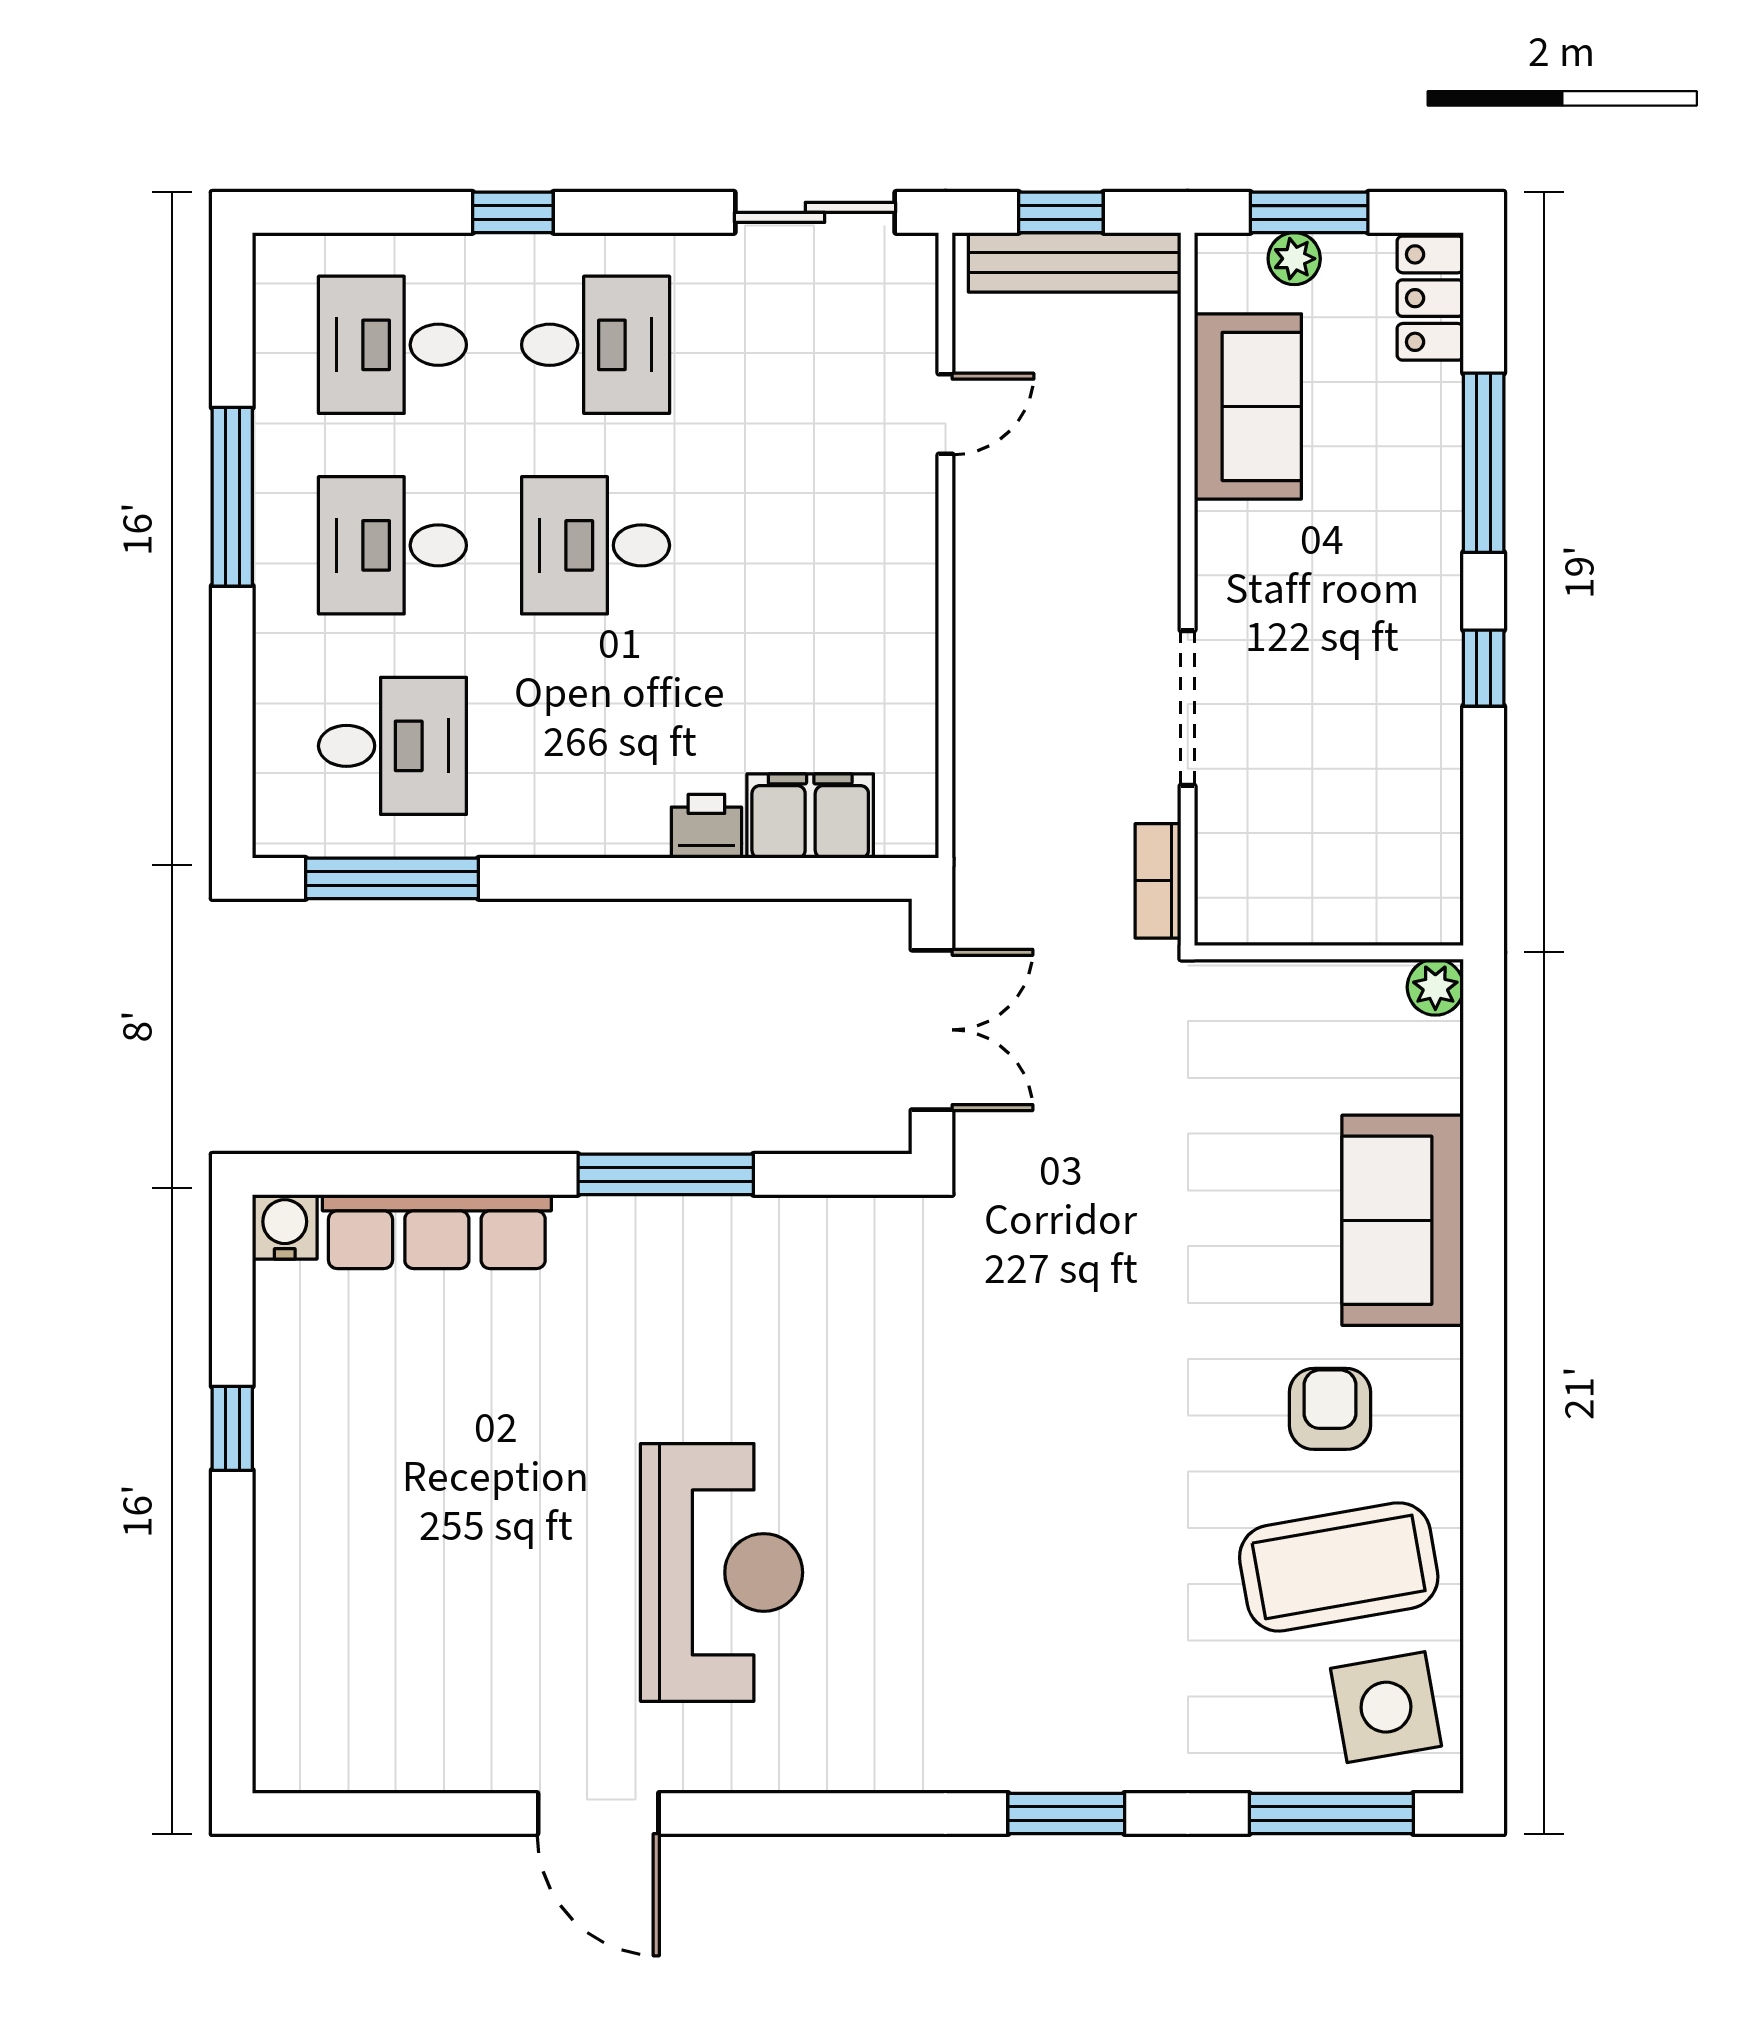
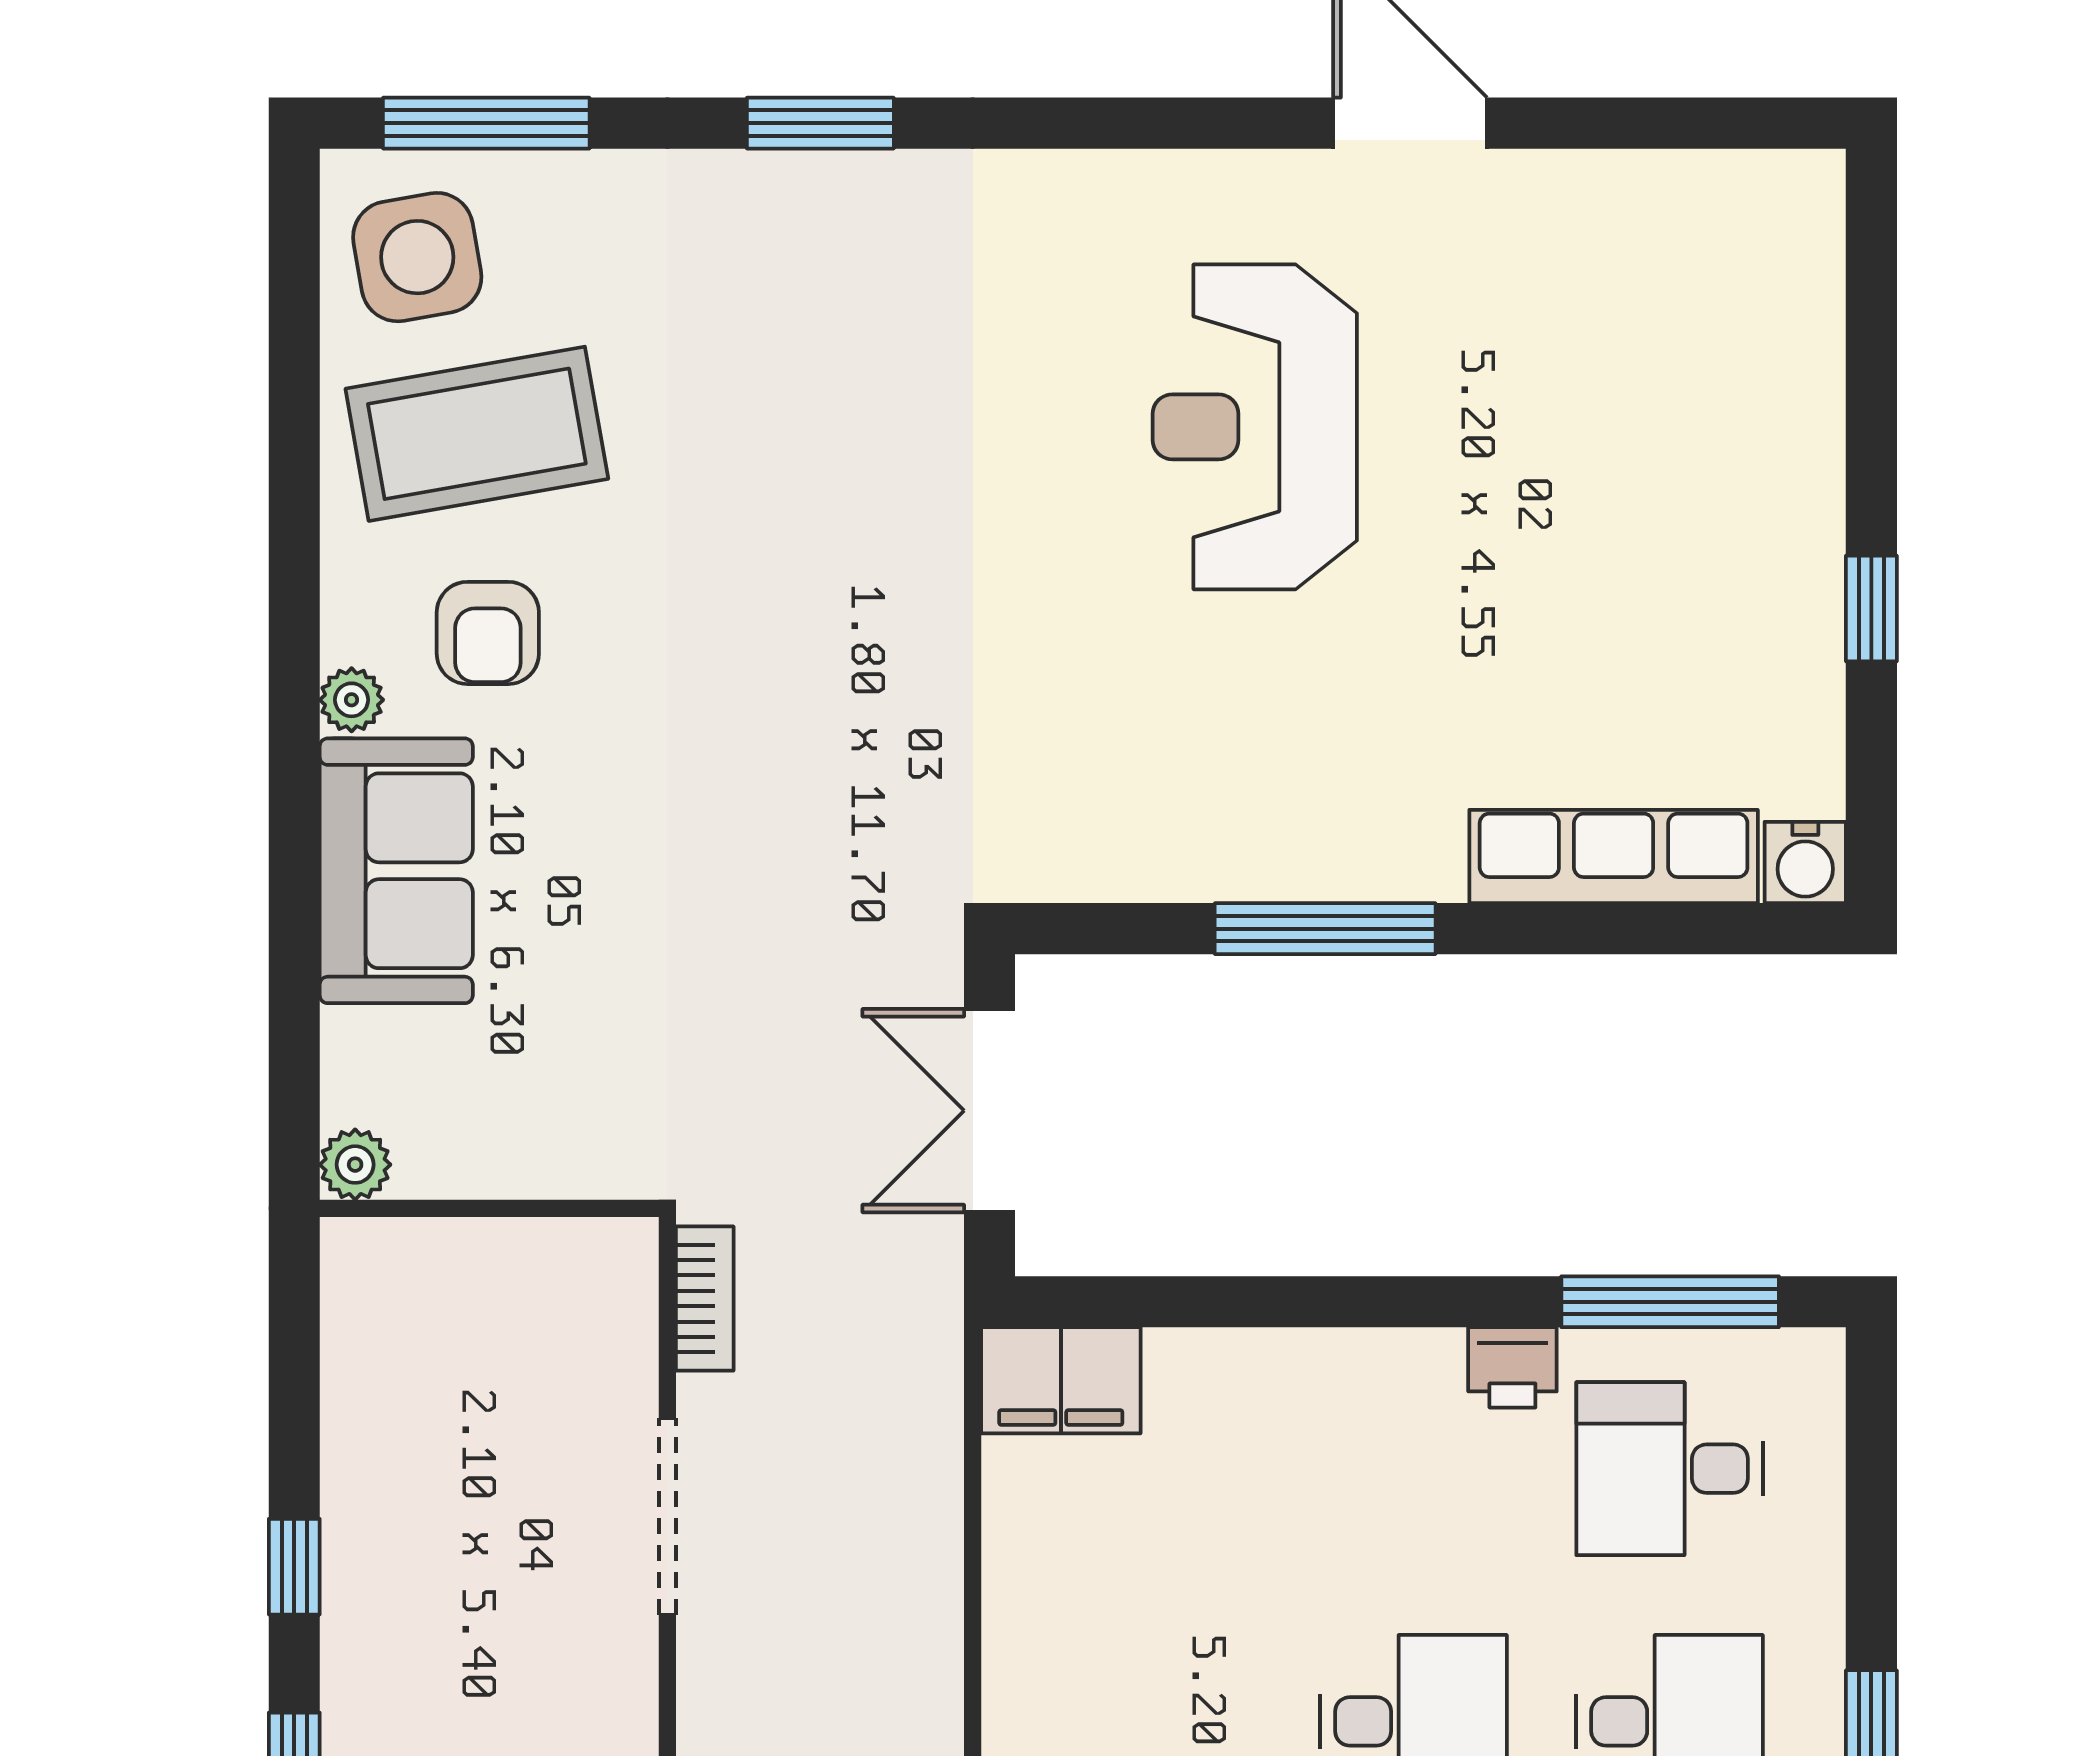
filing cabinet: (810, 816) -> (1061, 1380), moved
printer: (706, 826) -> (1512, 1367), moved
plant: (1438, 1356) -> (352, 700), added

